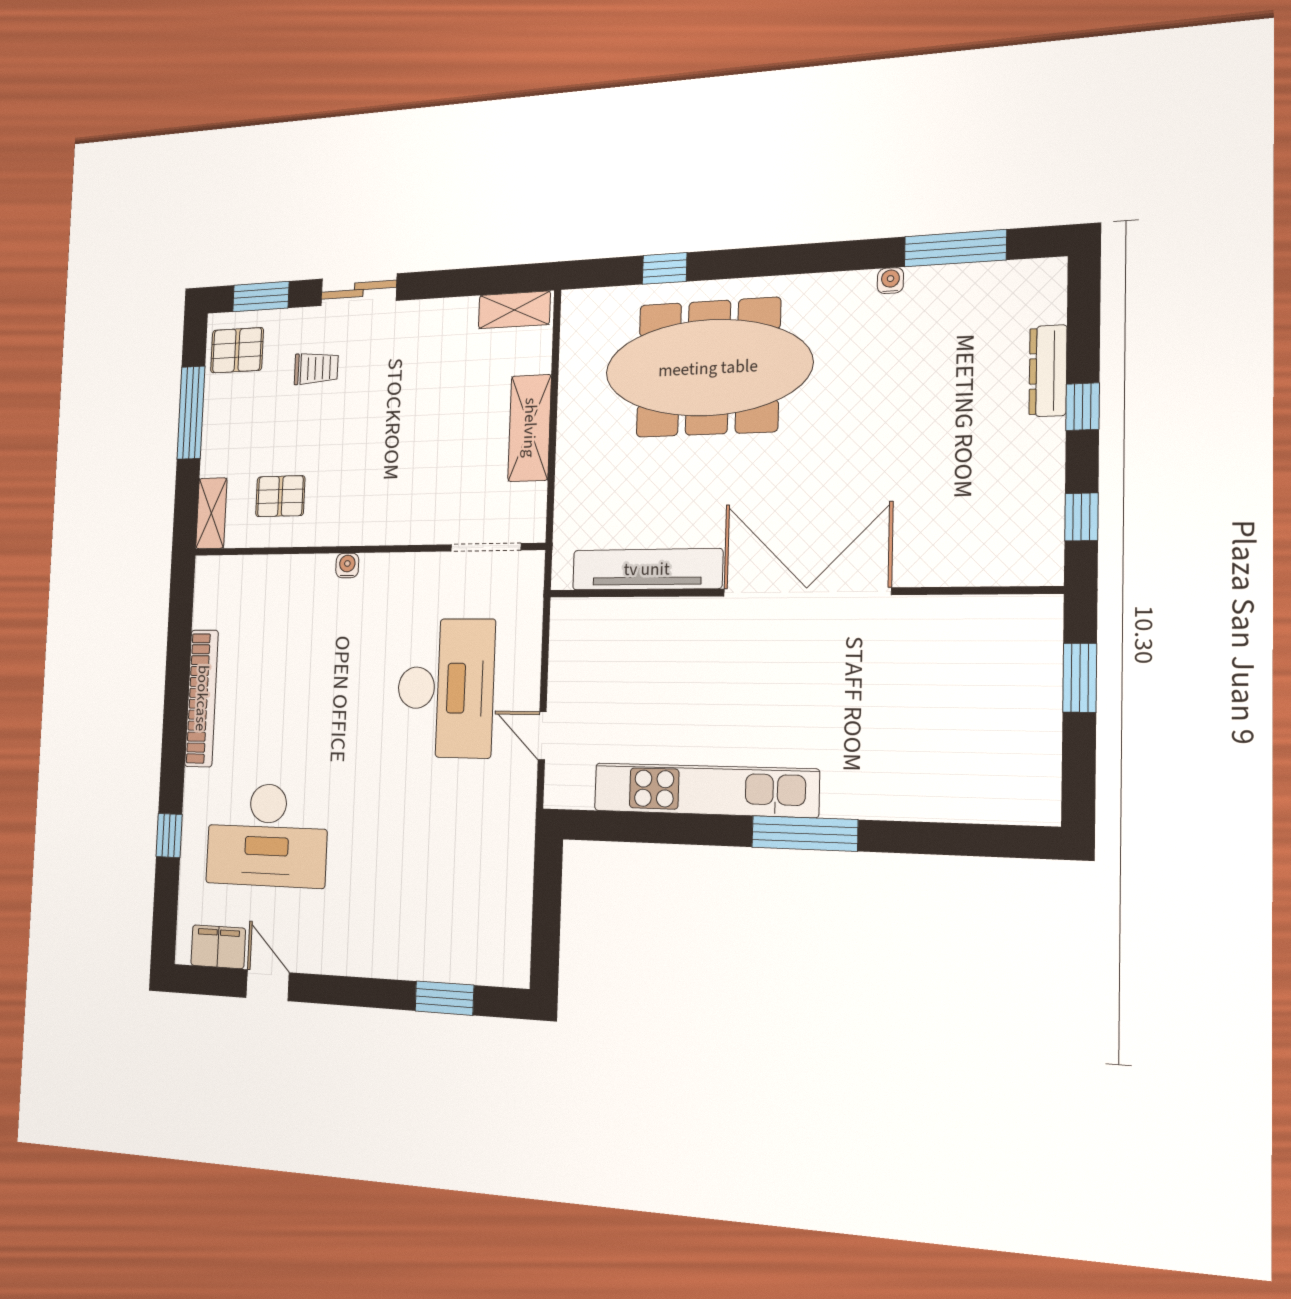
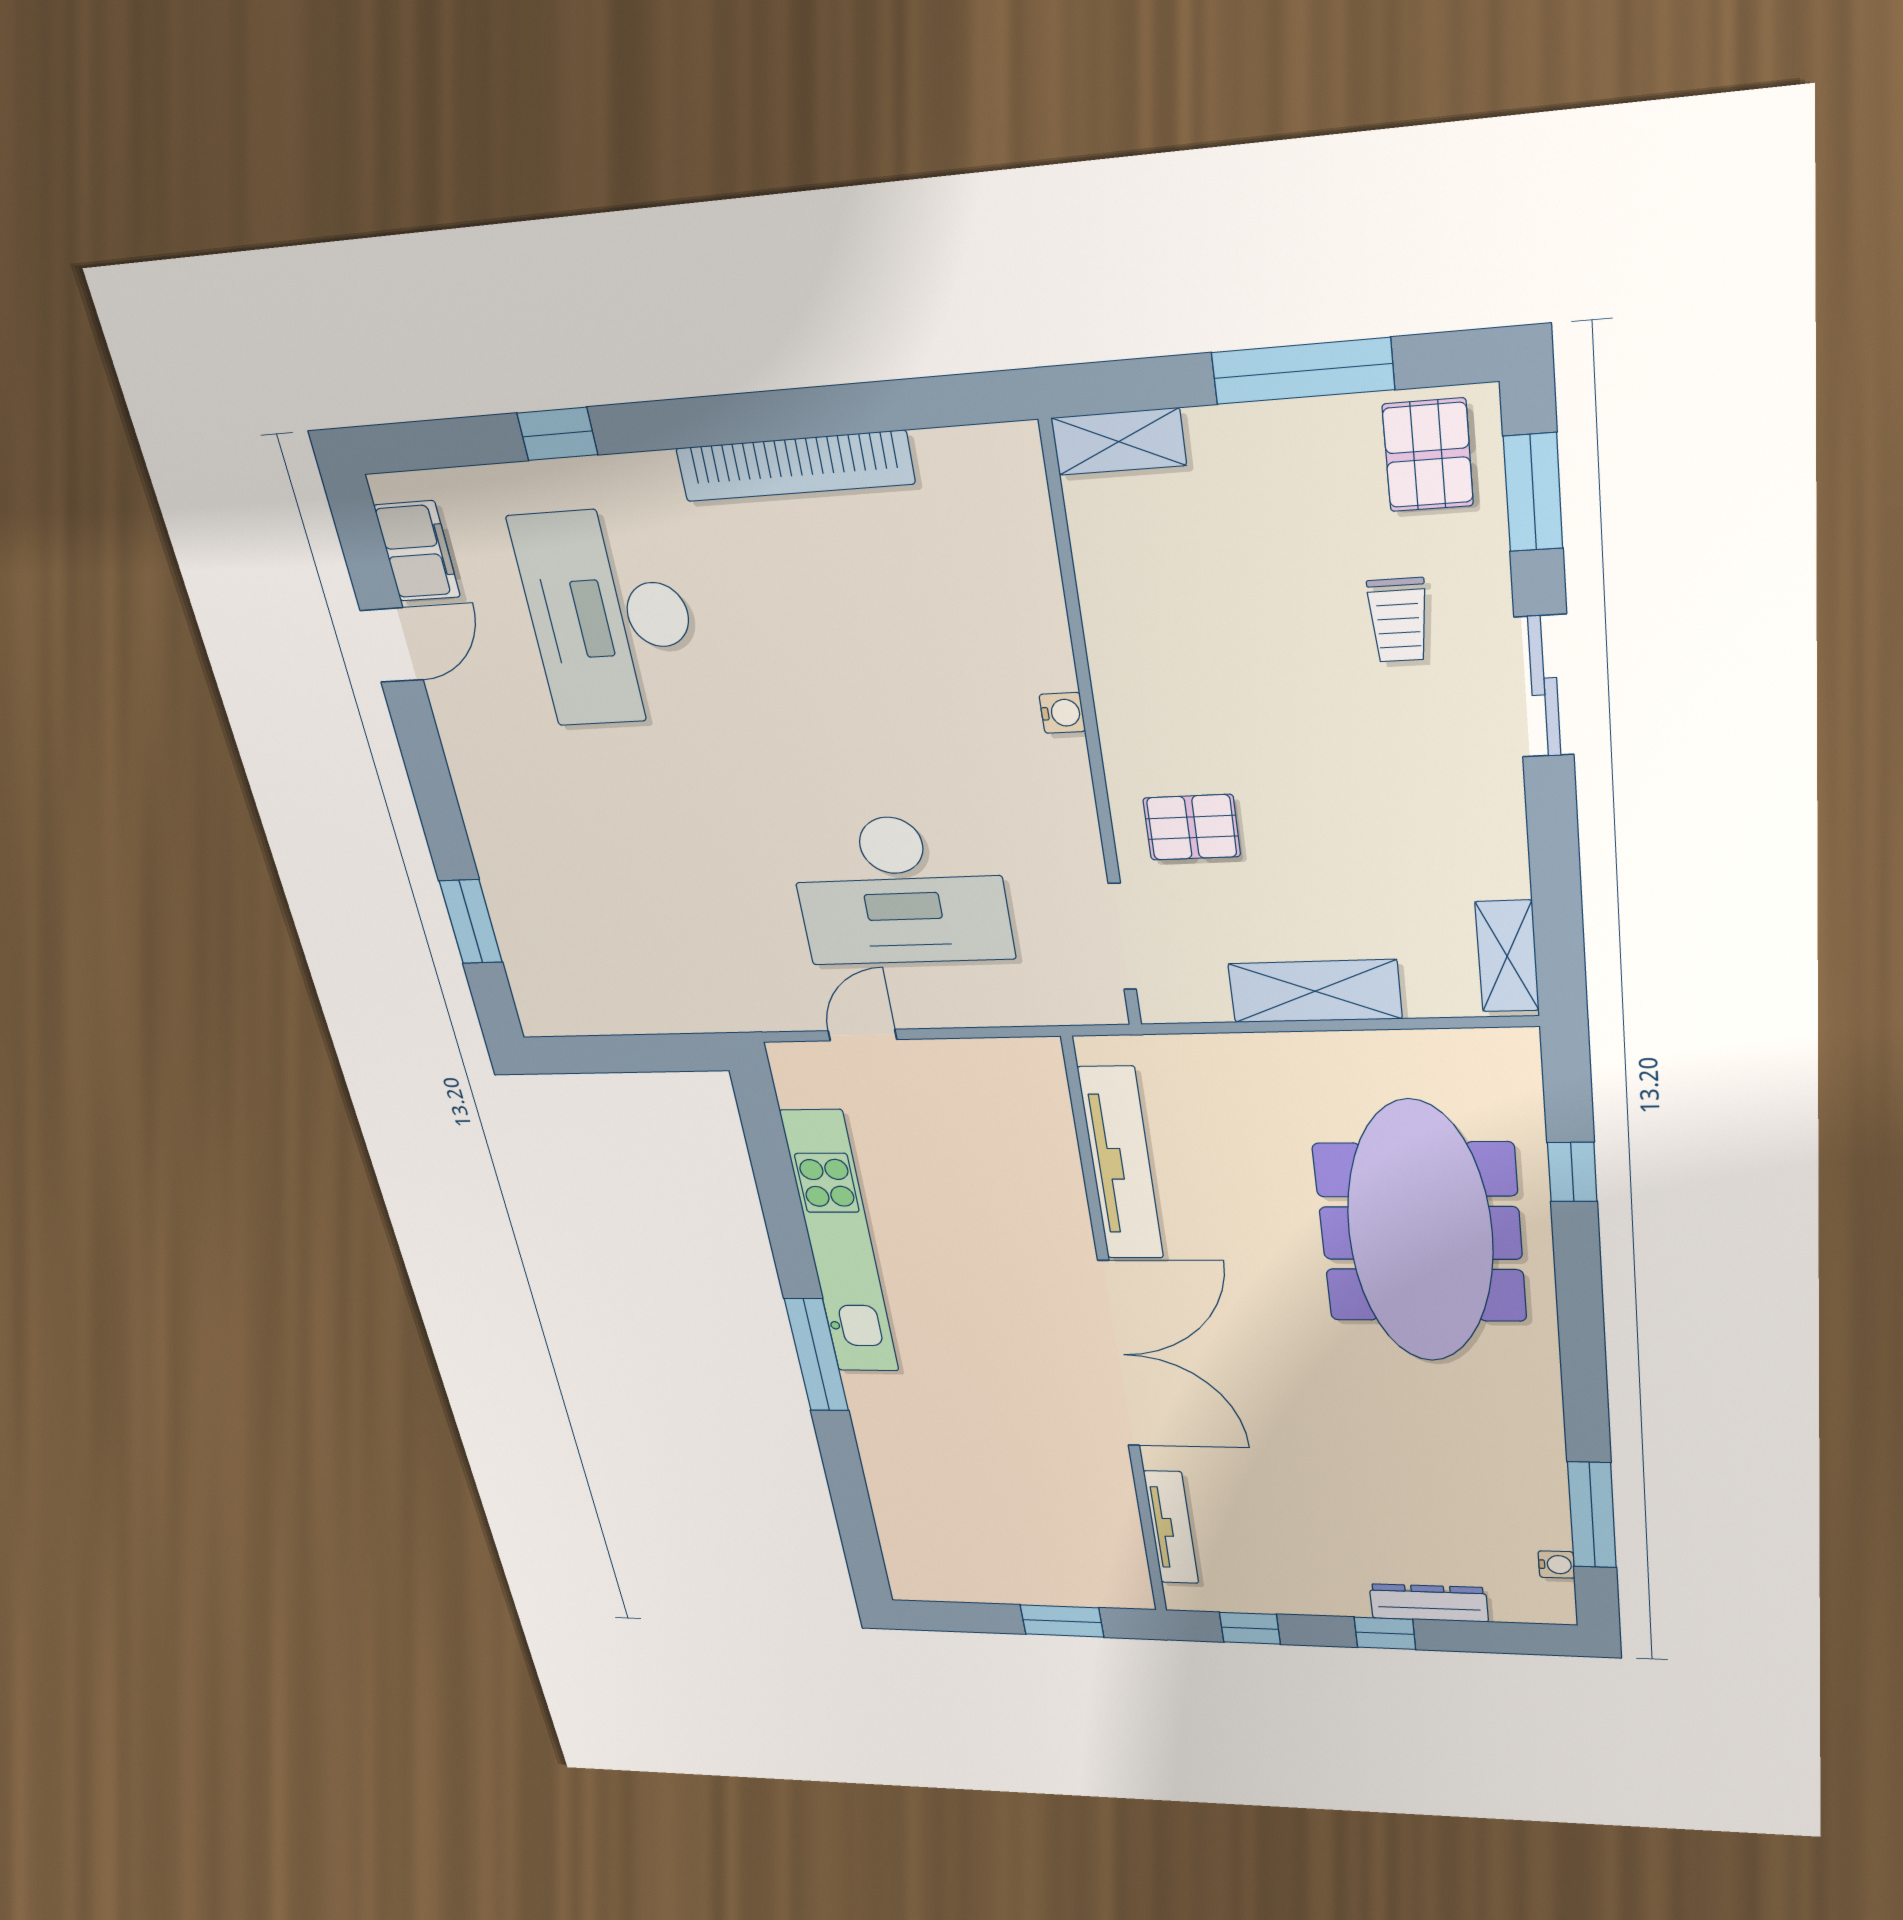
water cooler: (890, 281) -> (1556, 1565), moved
pallet: (280, 496) -> (1192, 827), moved, turned 90
tv unit: (974, 571) -> (1171, 1528), added

